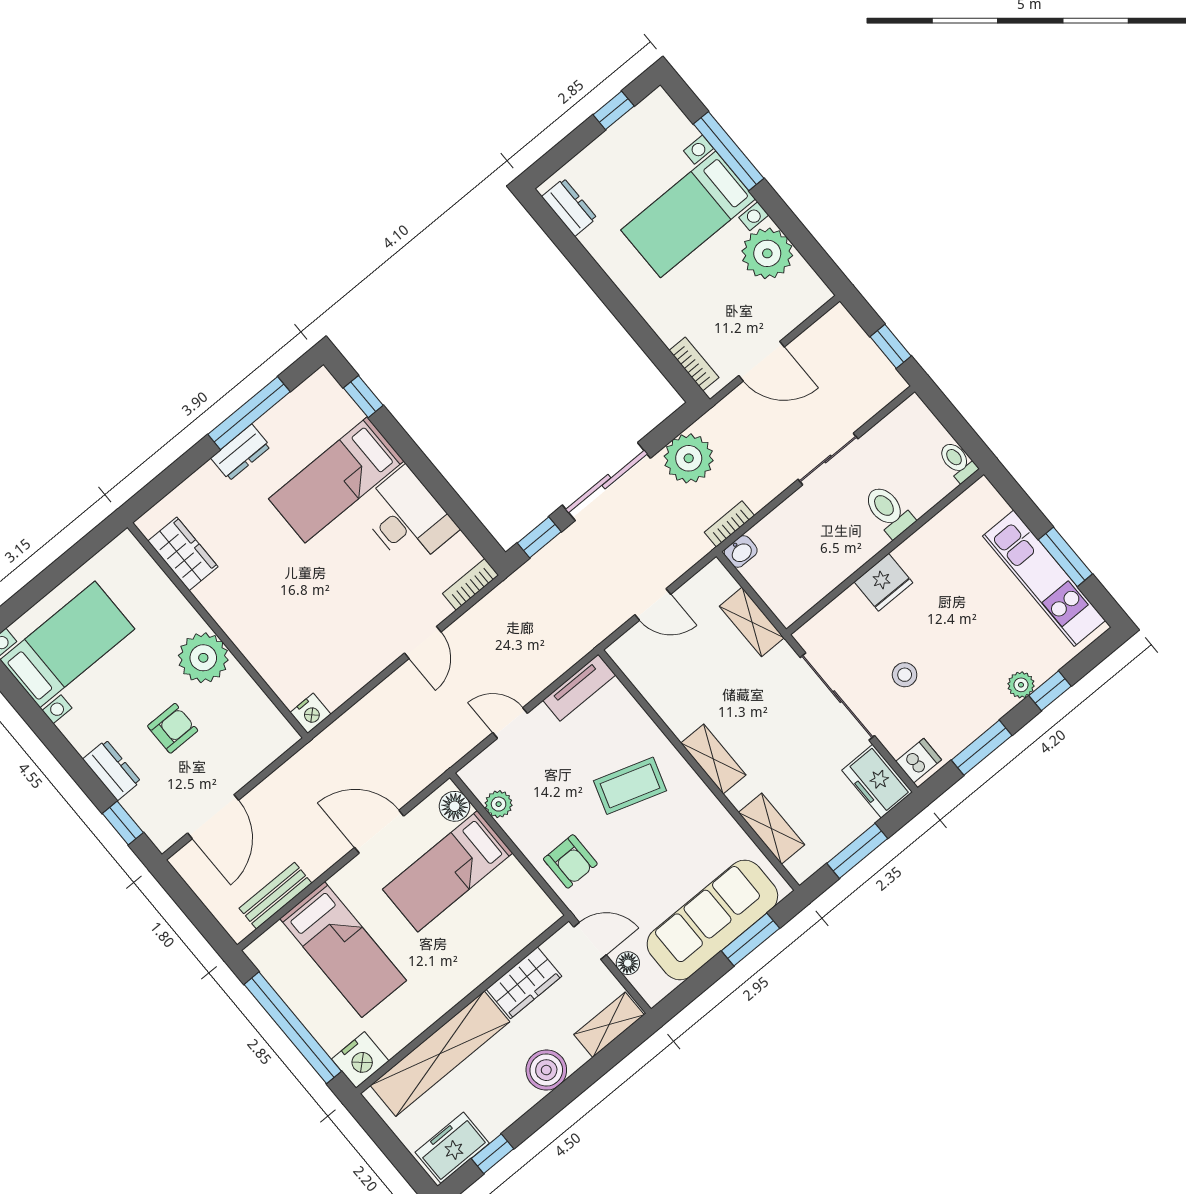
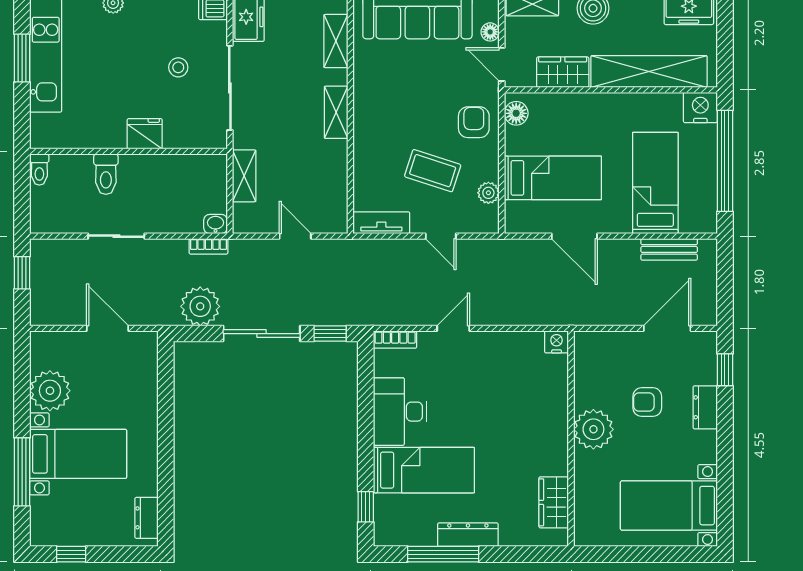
bookcase: (694, 364) -> (150, 361), removed
dresser: (241, 452) -> (468, 535), width x1.44
coffee table: (630, 786) -> (433, 171), moved
floor lamp: (454, 806) -> (516, 113), moved

